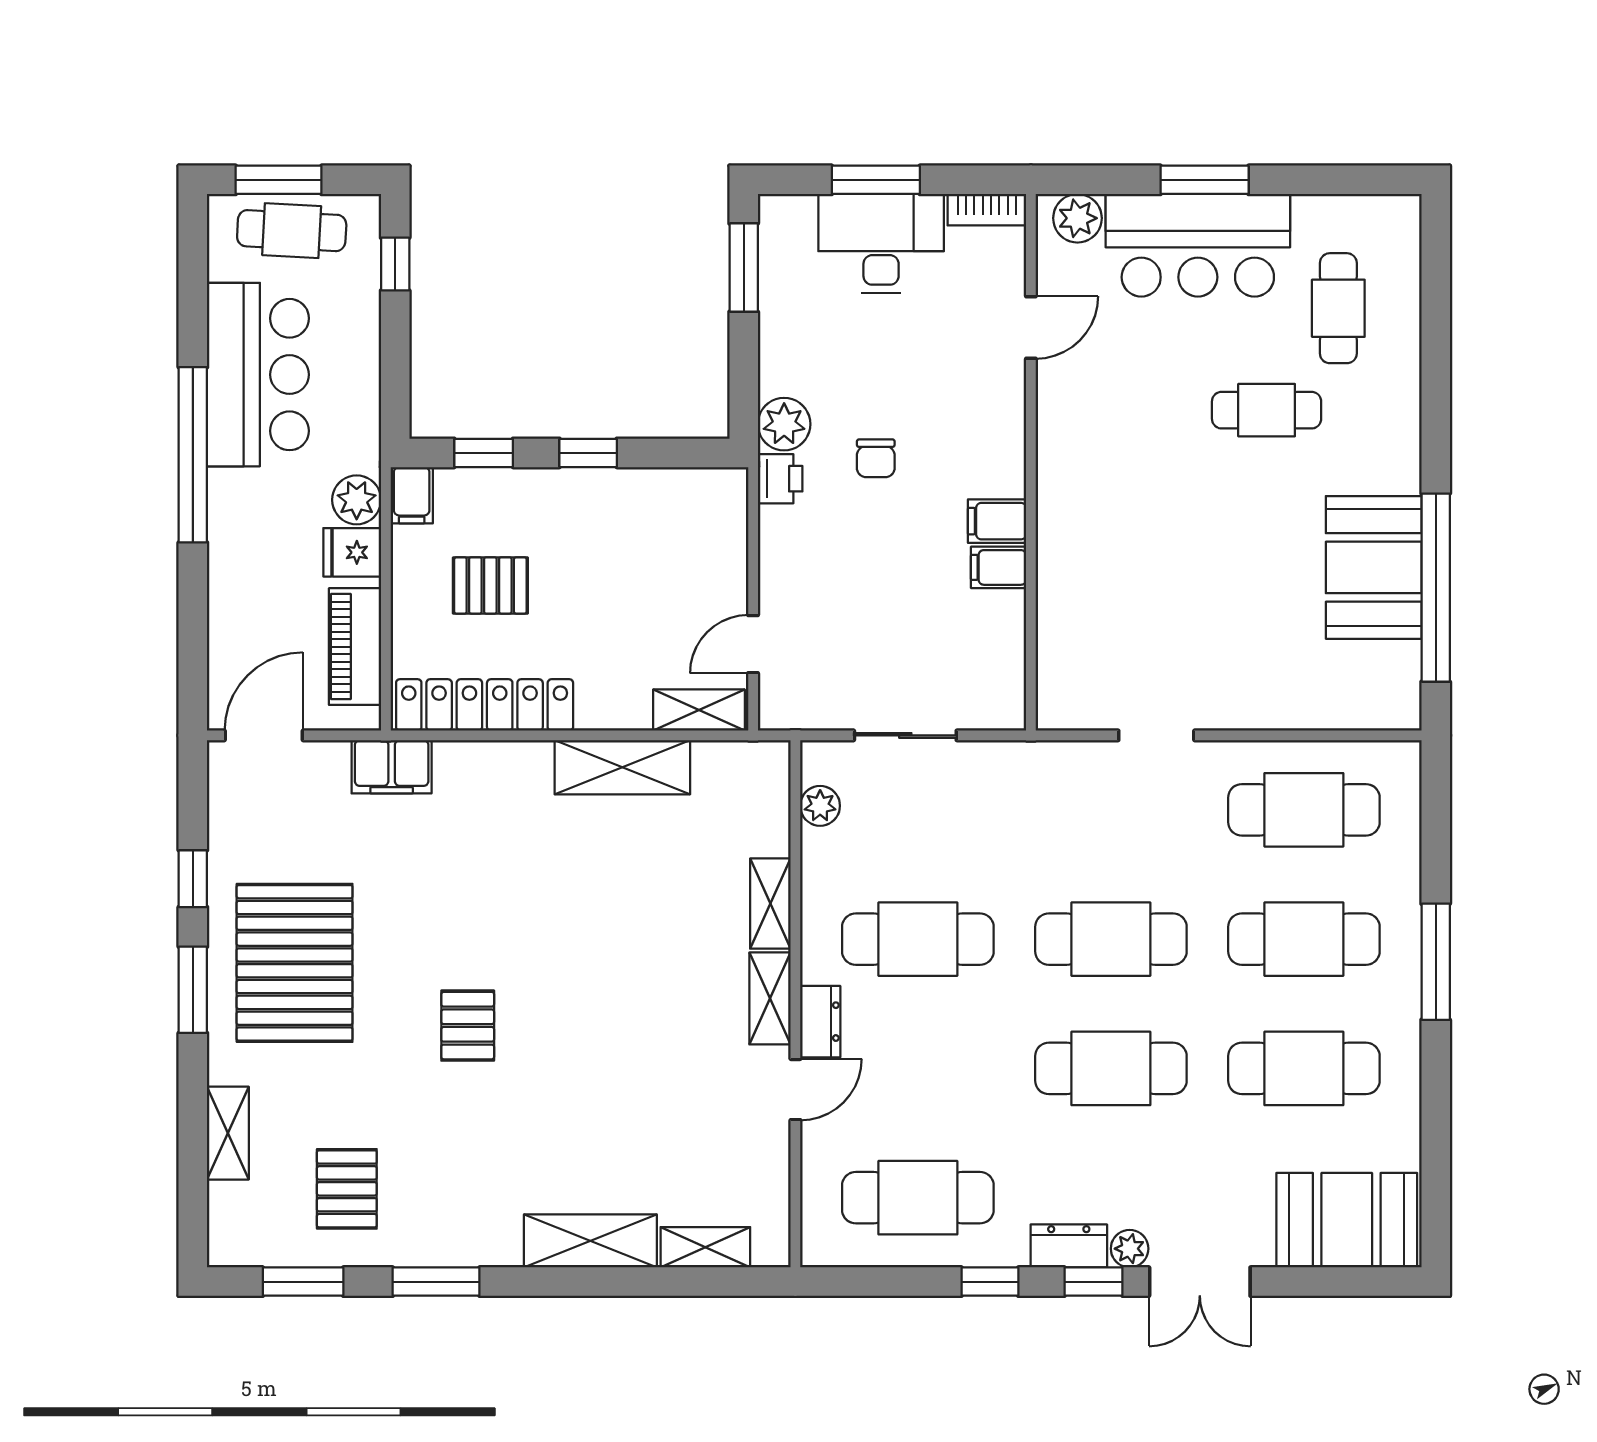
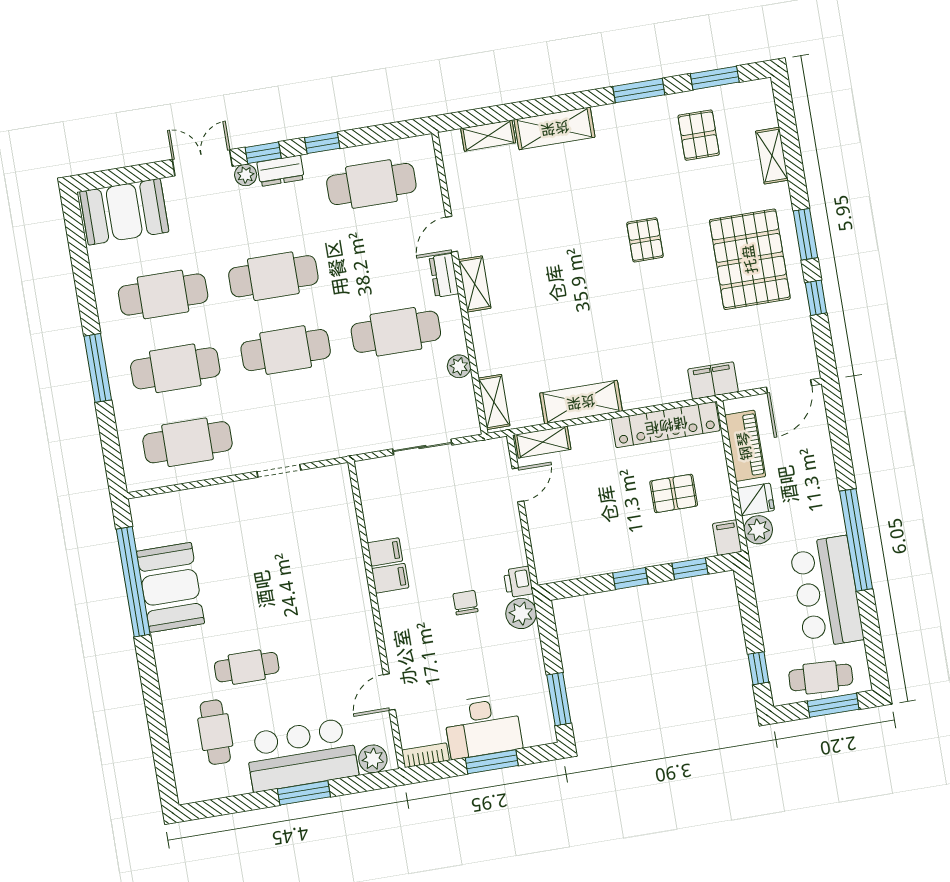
plant: (820, 806) -> (459, 366), moved
shelving: (770, 904) -> (494, 402), moved

